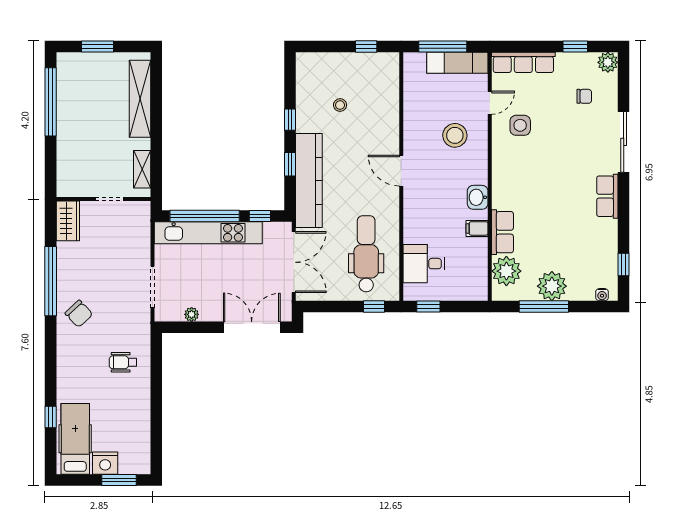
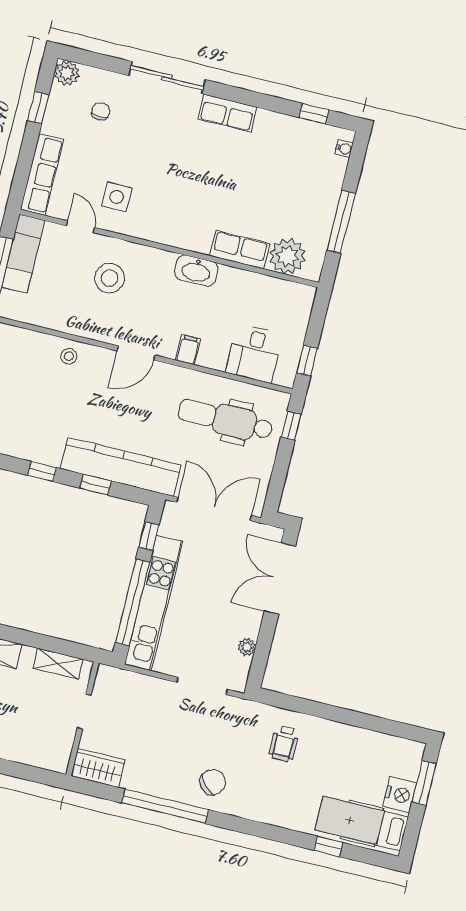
stool: (340, 105) -> (69, 356), moved
washbasin: (478, 197) -> (196, 271), width x1.38
filing cabinet: (477, 228) -> (188, 350), moved, turned 180
plant: (552, 286) -> (319, 206), removed

